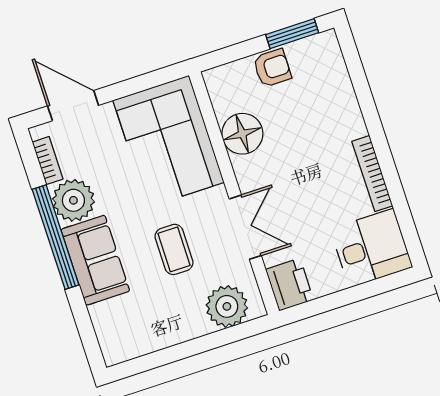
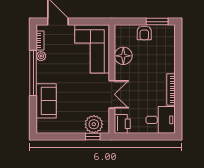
armchair: (272, 68) -> (144, 33), turned 90
plant: (73, 200) -> (41, 56), width x0.53, depth x0.53
coffee table: (174, 249) -> (80, 94), removed
sofa: (95, 260) -> (46, 101), moved
window: (234, 334) -> (93, 136), added

